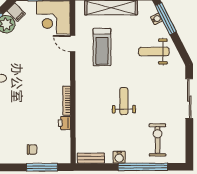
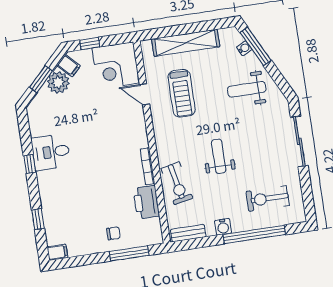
exercise bike: (88, 118) -> (177, 183), added
printer: (64, 123) -> (146, 202), width x1.87, depth x1.48
exercise bike: (158, 140) -> (268, 198), turned -90

